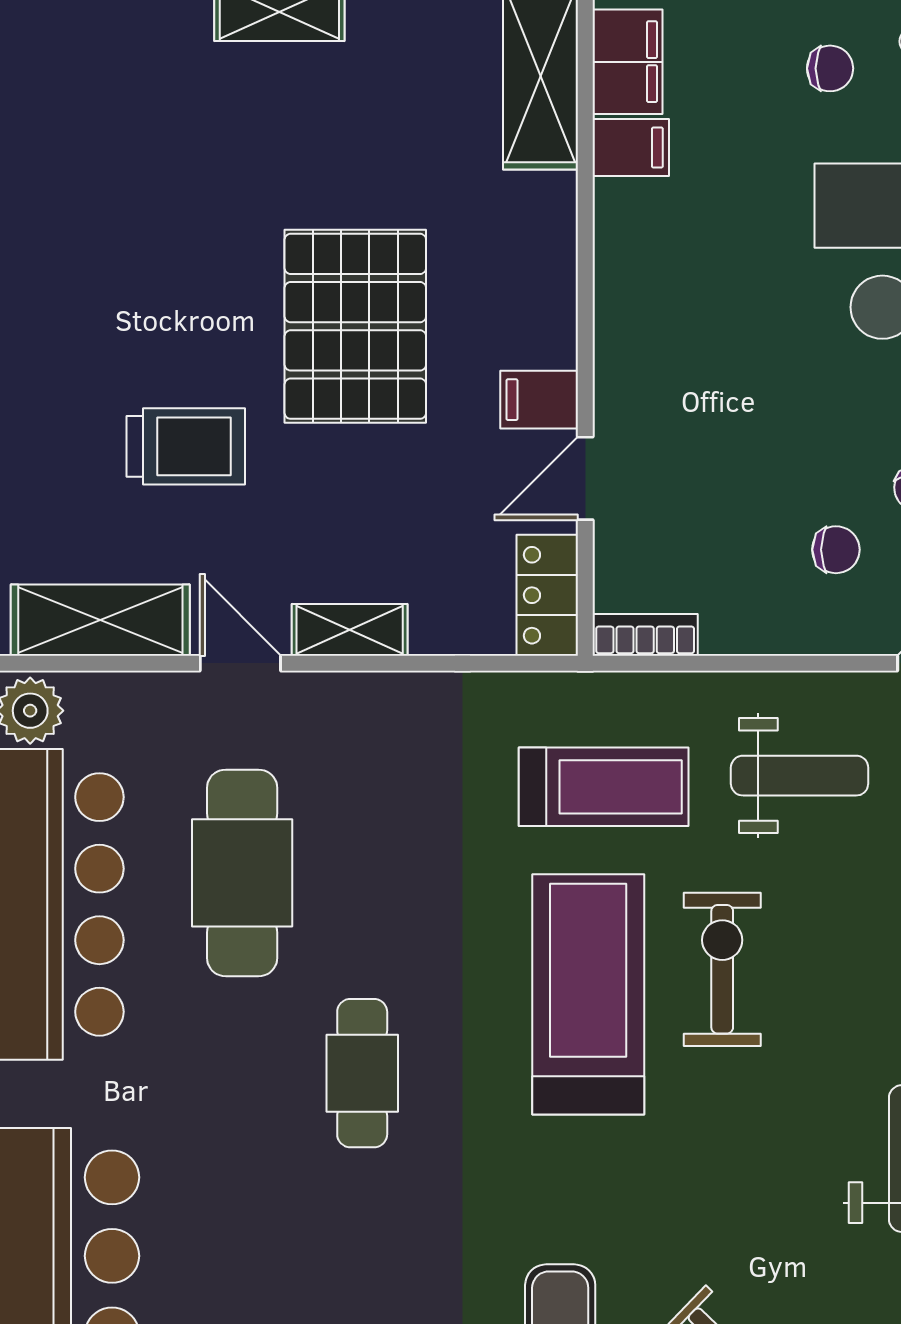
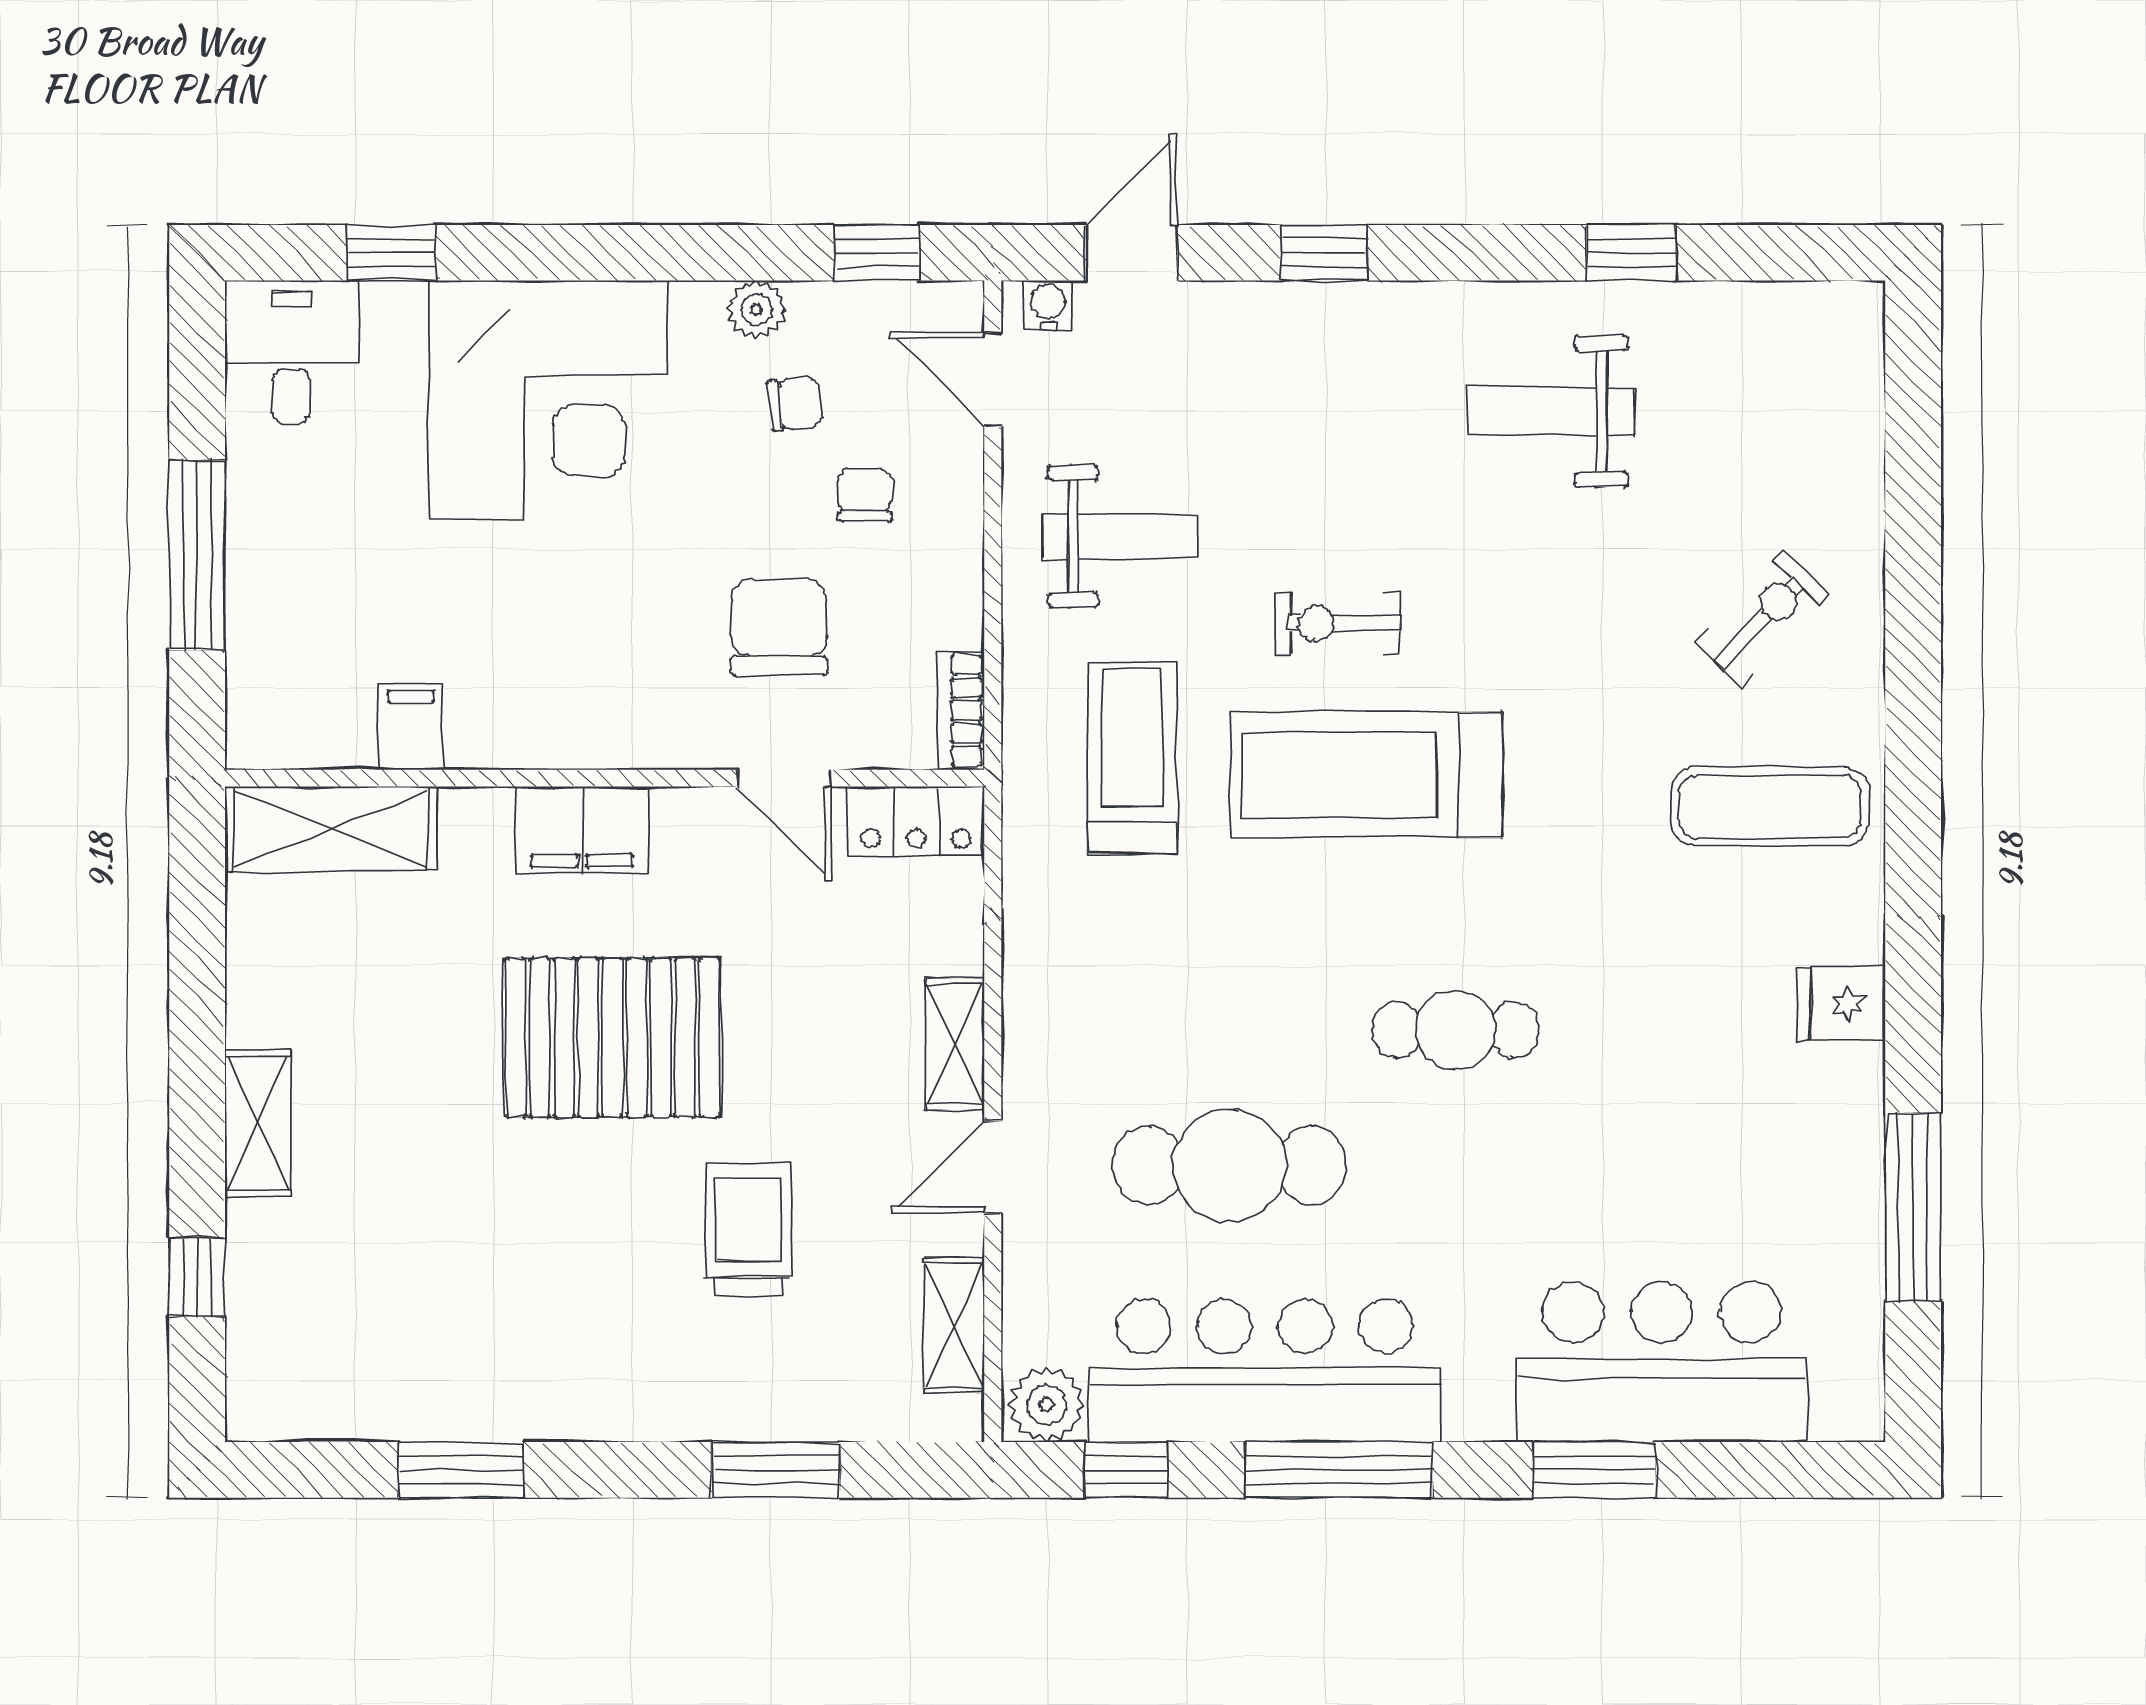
filing cabinet: (628, 62) -> (314, 730), removed
chair: (830, 68) -> (779, 627), moved, width x1.87, depth x1.87
filing cabinet: (539, 400) -> (582, 830), moved, width x2.00
shelving: (100, 620) -> (954, 1325), width x0.67, depth x0.75
weight bench: (800, 776) -> (1120, 536), turned 90
exercise bike: (722, 969) -> (1338, 624), width x0.73, depth x0.72

